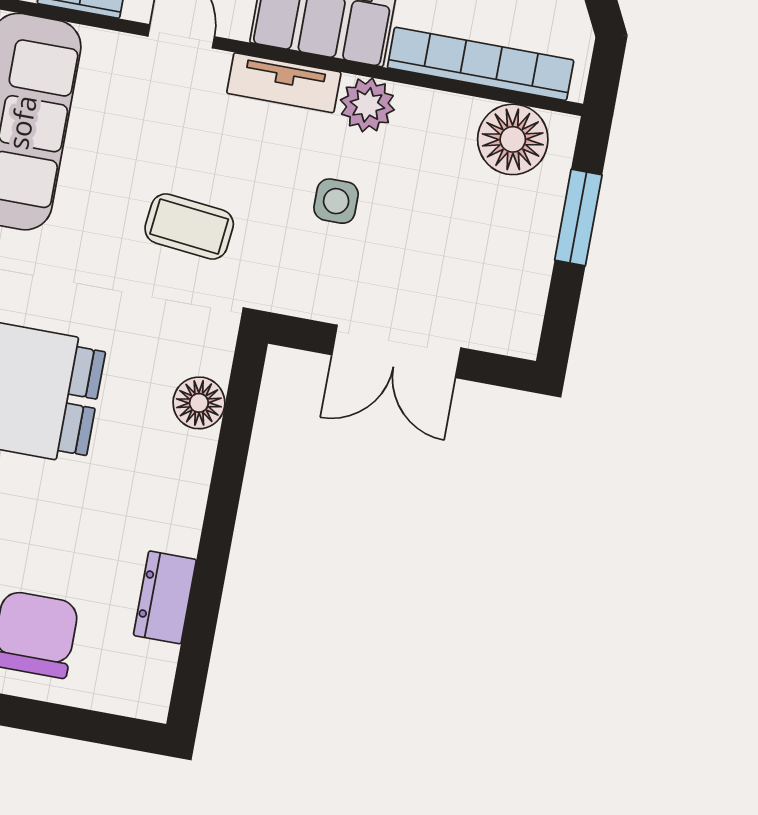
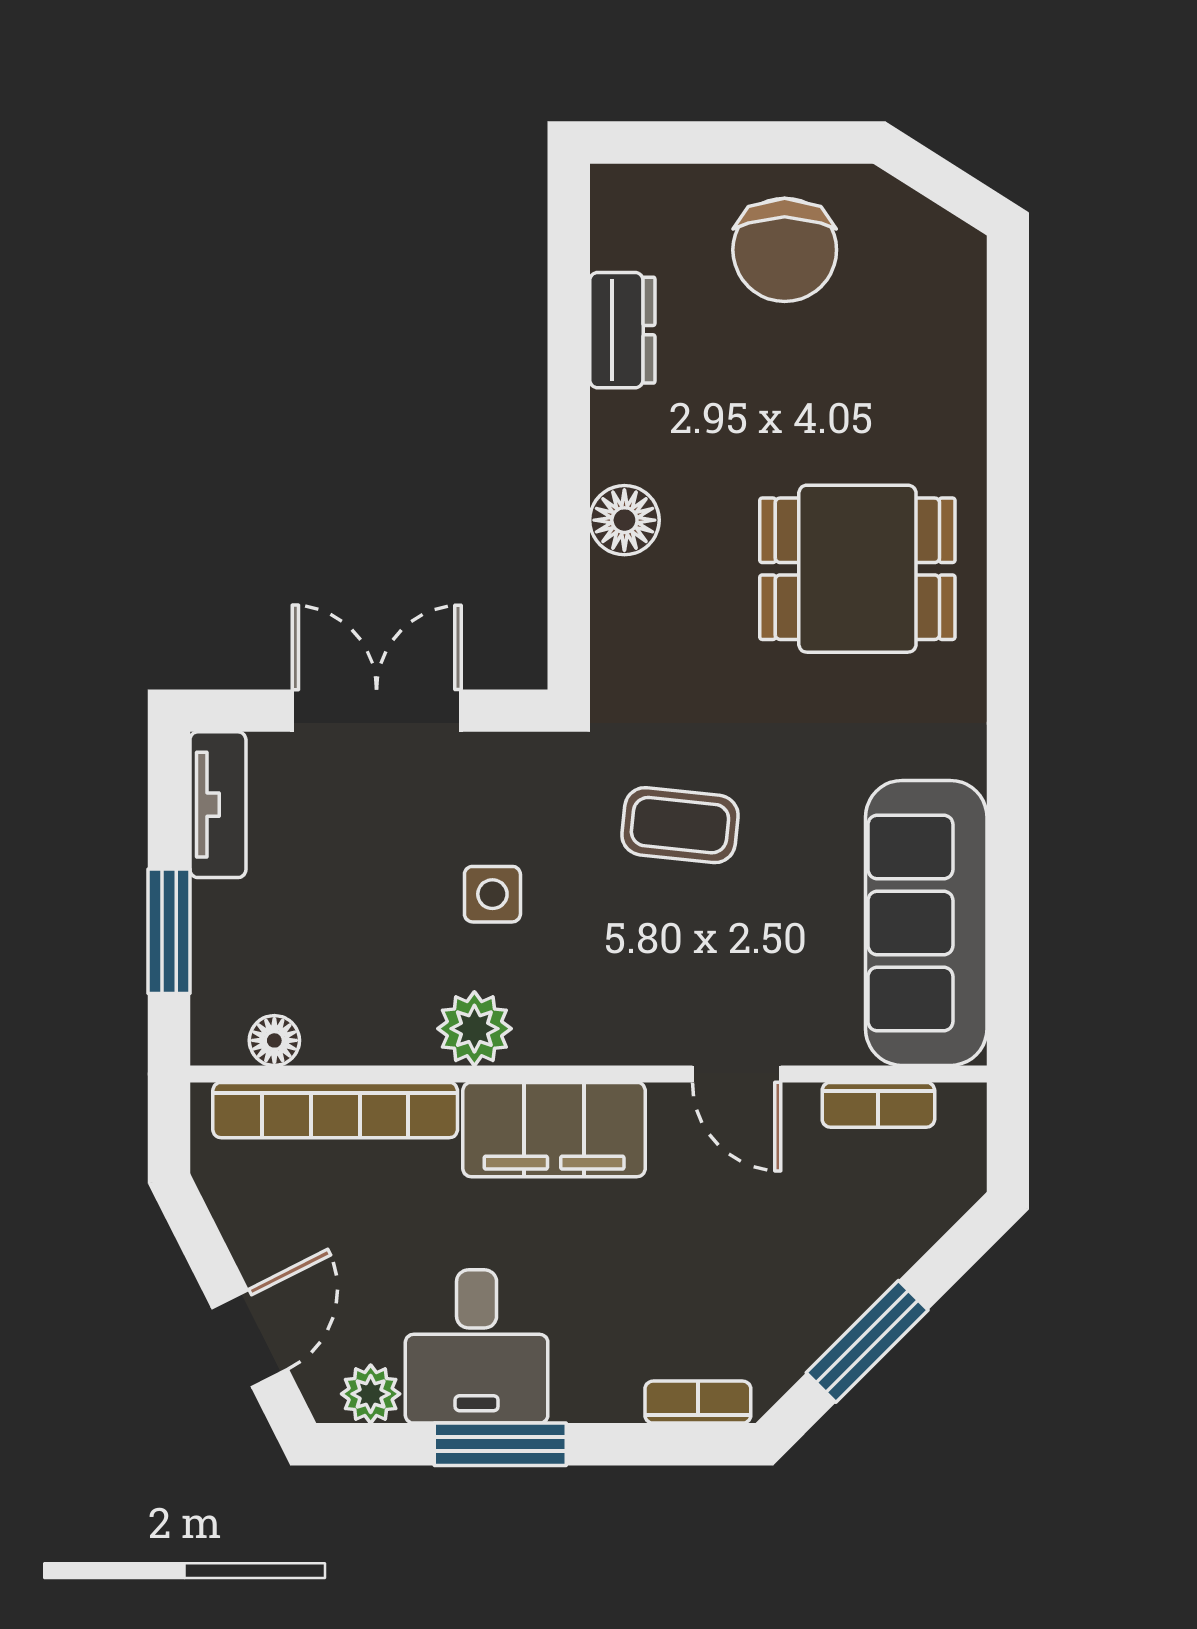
tv unit: (284, 83) -> (218, 805), moved, turned 90
floor lamp: (513, 139) -> (274, 1040), width x0.53, depth x0.53
floor lamp: (199, 403) -> (624, 520), moved

